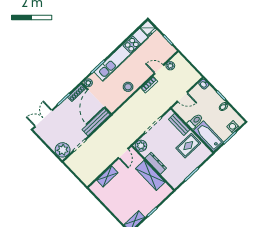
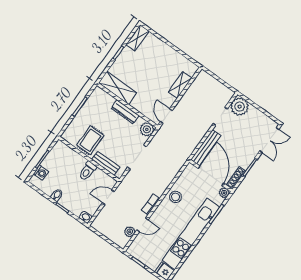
bathtub: (209, 136) -> (68, 156), removed
shelving: (150, 175) -> (118, 88), moved

